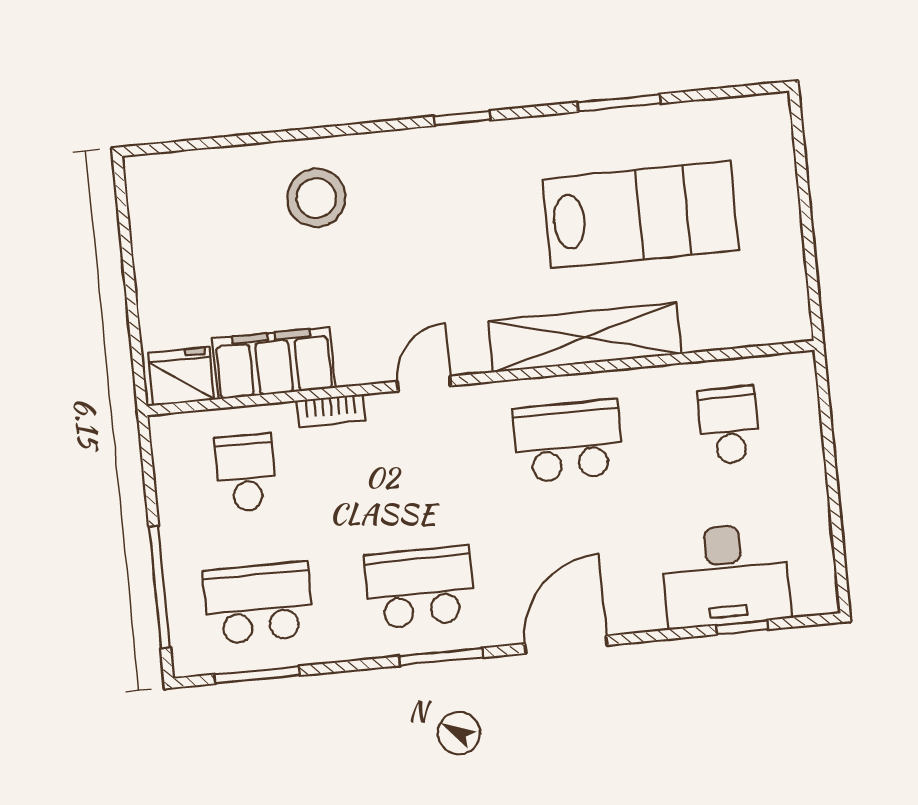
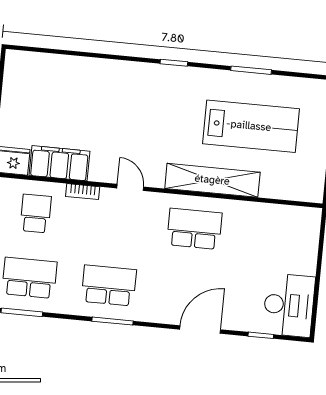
stool: (316, 198) -> (96, 87), removed
door: (424, 384) -> (130, 187), hinge flipped
school desk: (729, 425) -> (274, 236), removed
desk: (725, 576) -> (289, 305), moved, turned -90
door: (566, 645) -> (200, 330), moved

